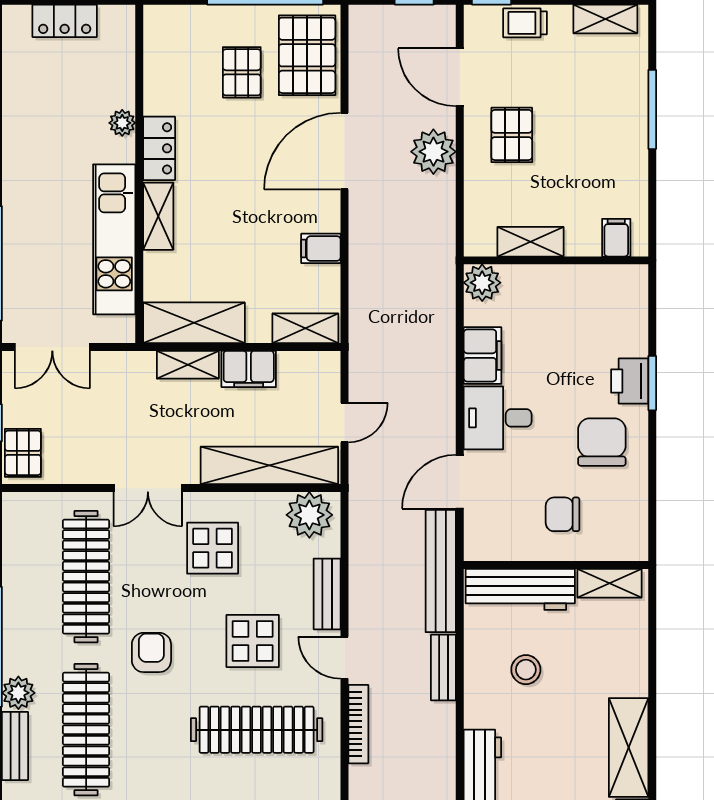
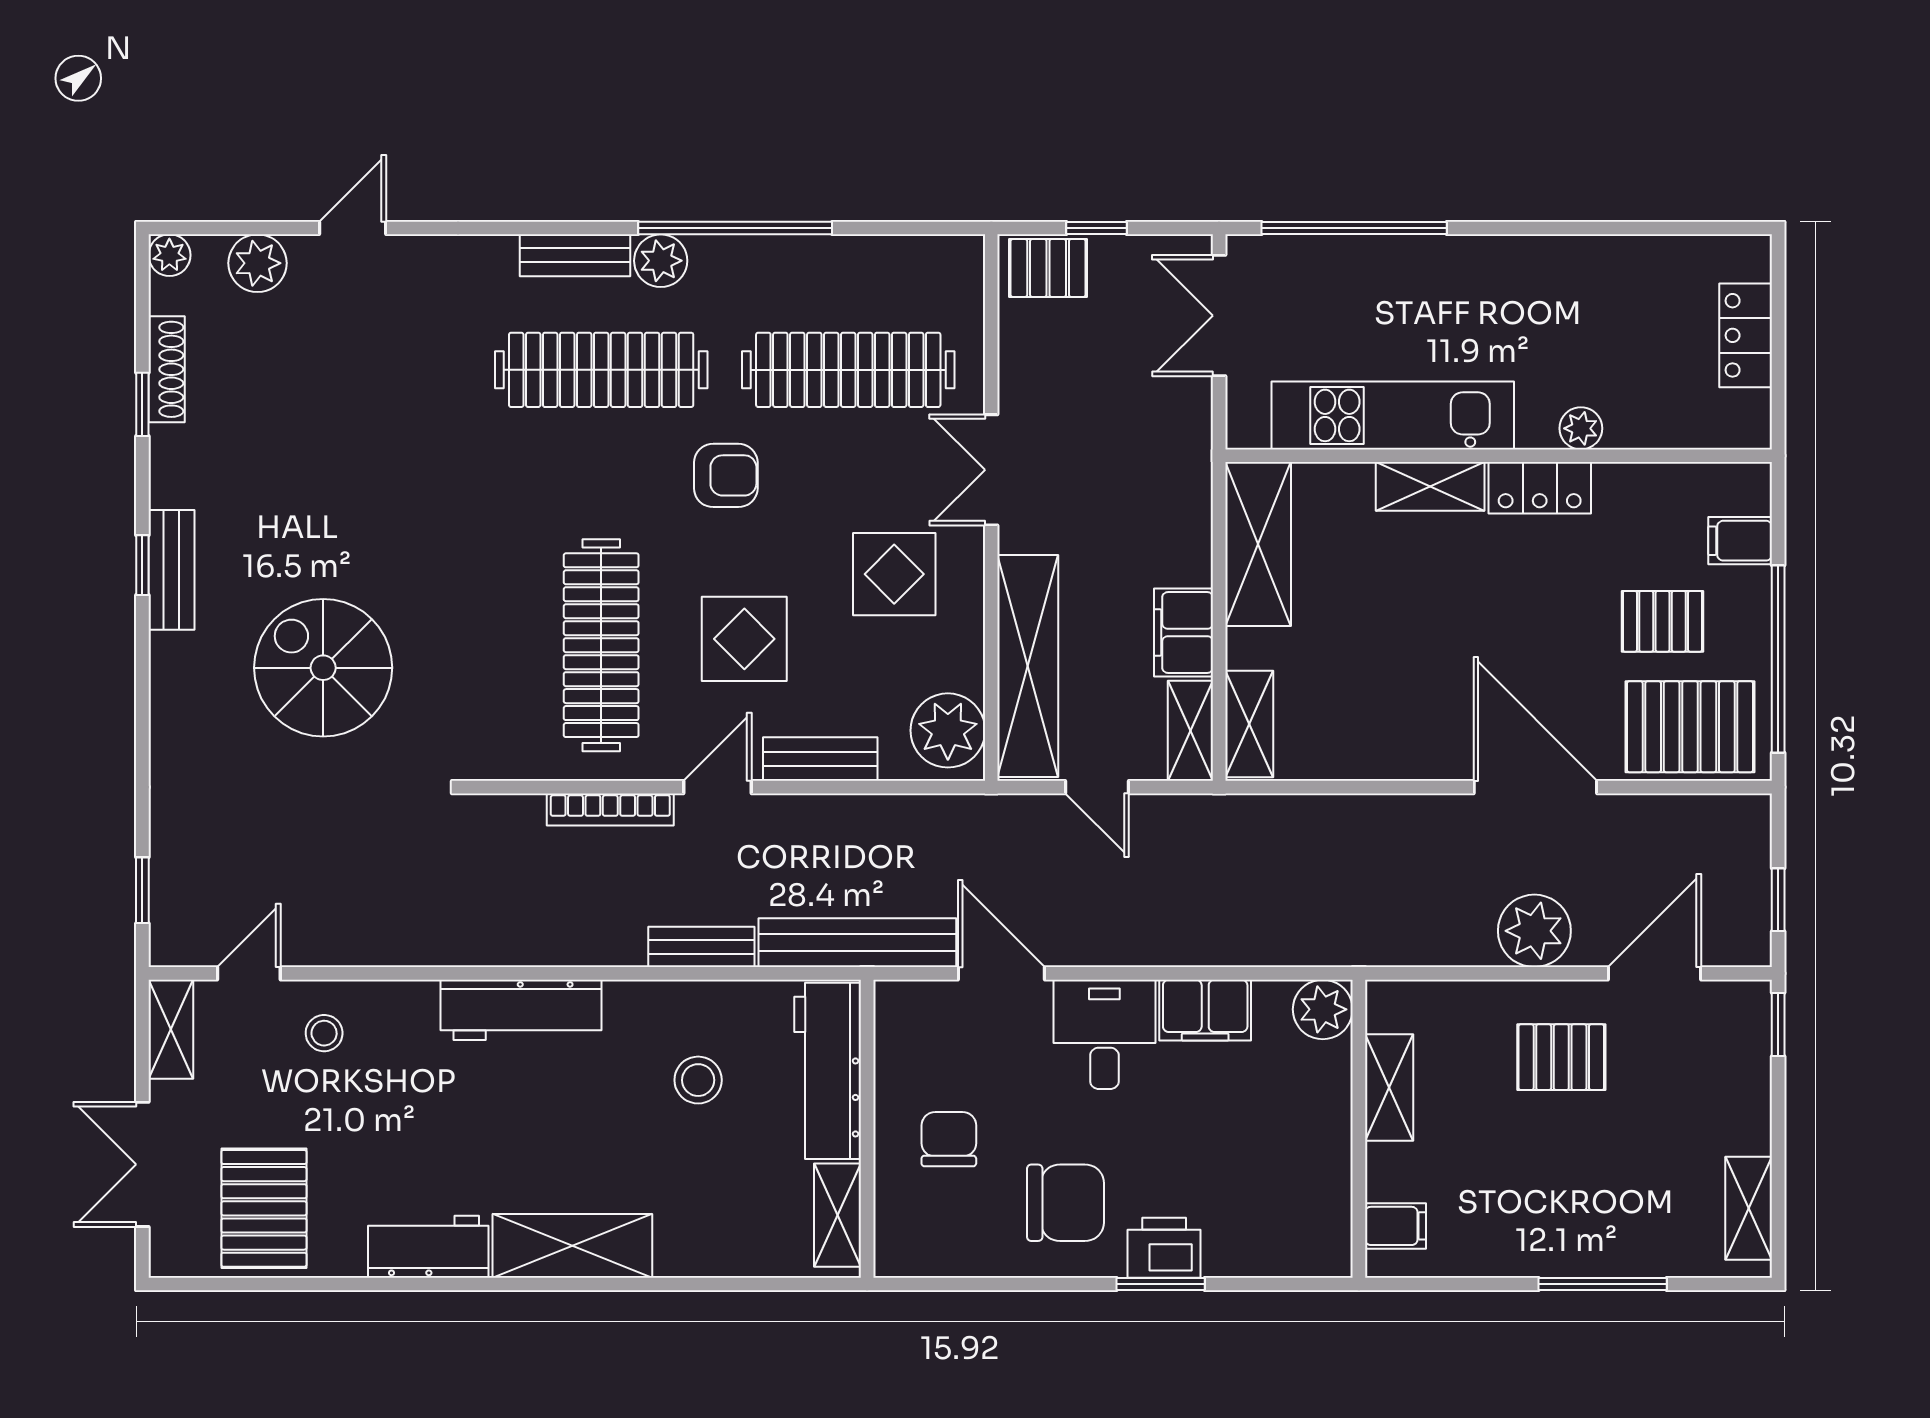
trolley: (525, 23) -> (1742, 1079), removed
filing cabinet: (321, 248) -> (1740, 541), moved, turned -90
shelving: (188, 365) -> (1190, 731), moved

